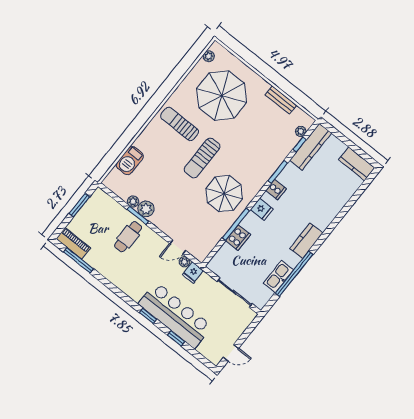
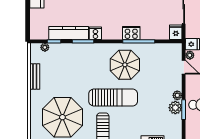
kitchen counter: (311, 147) -> (69, 33), moved
sun lounger: (202, 158) -> (113, 98), width x1.36, depth x1.34
plant: (133, 202) -> (177, 95), moved
fridge: (262, 209) -> (176, 32), moved
cooker: (238, 238) -> (131, 33), moved

